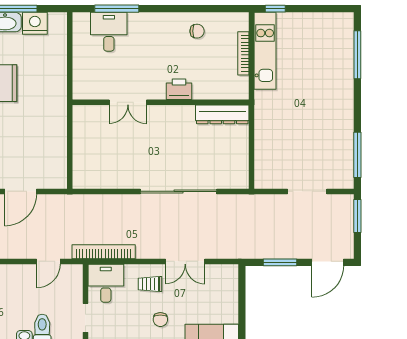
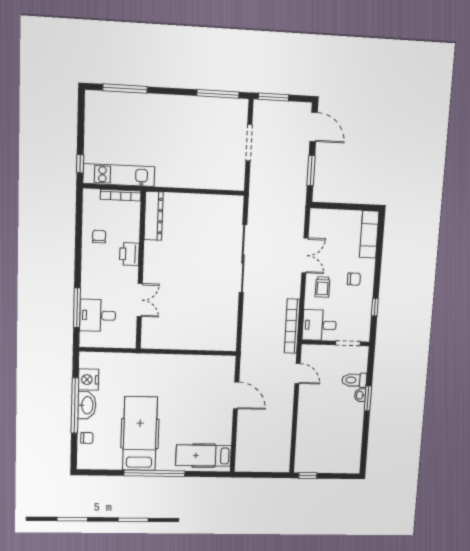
printer: (179, 89) -> (129, 254), moved
double door: (128, 102) -> (140, 300), moved
wall: (161, 102) -> (141, 271), moved
dresser: (222, 114) -> (154, 216), moved

